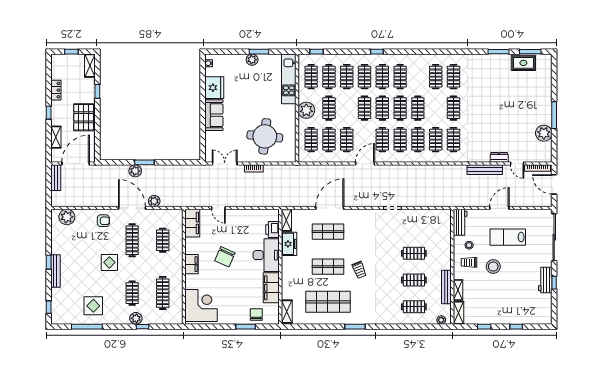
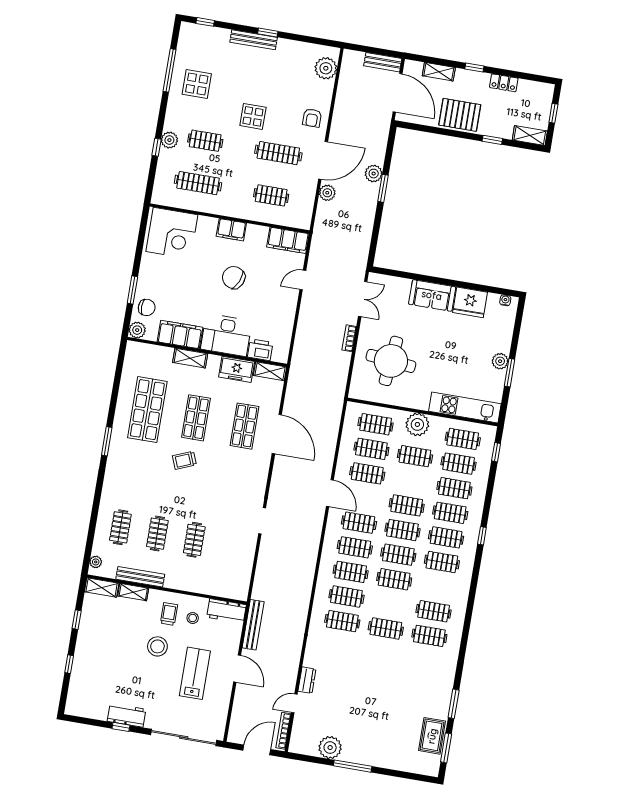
bench: (485, 170) -> (253, 625), moved
shelving: (287, 312) -> (190, 358), moved
plant: (273, 318) -> (137, 330), added

